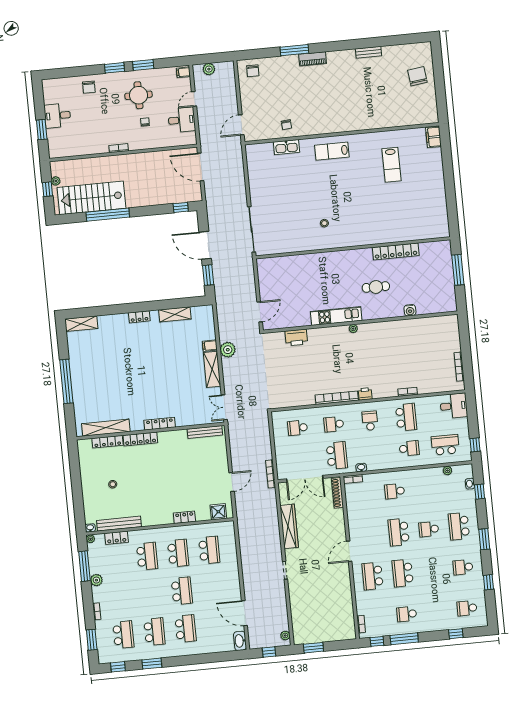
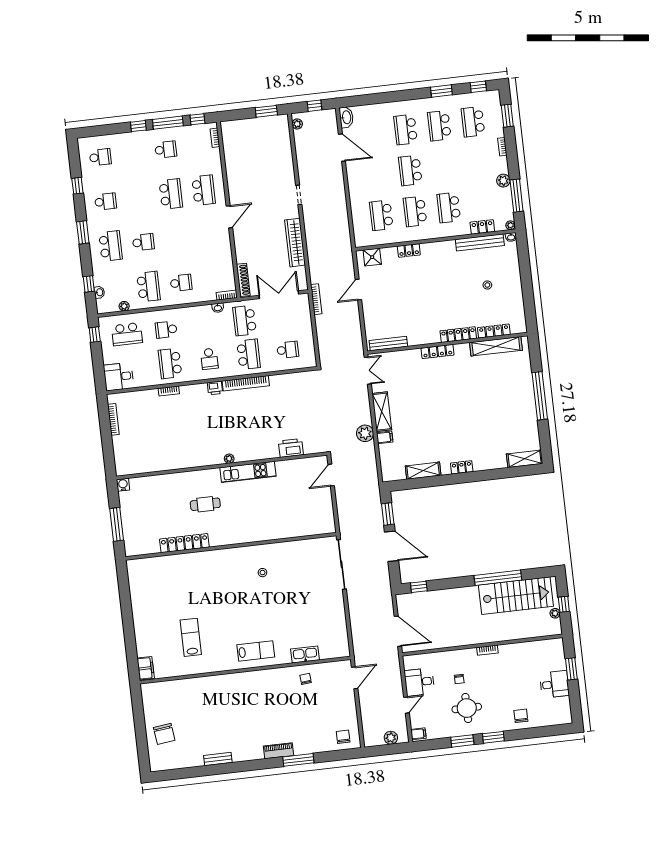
water cooler: (410, 310) -> (123, 485), moved
school desk: (334, 424) -> (248, 354), width x1.85
school desk: (399, 532) -> (148, 287), moved
window: (456, 634) -> (138, 126), moved

